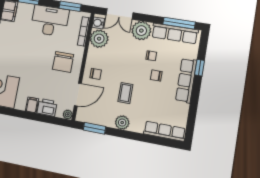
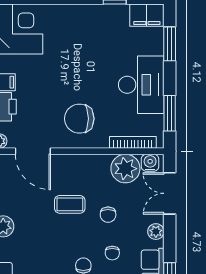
plant: (141, 31) -> (156, 232), width x0.53, depth x0.53
chair: (96, 74) -> (108, 215), moved
coffee table: (125, 93) -> (70, 204), moved

